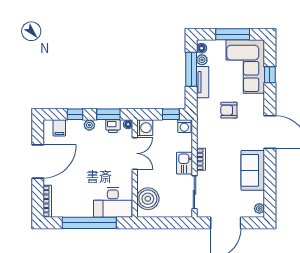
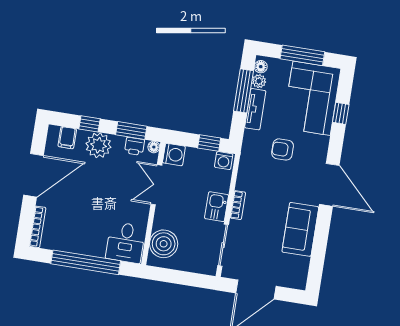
plant: (89, 125) -> (98, 145), width x1.88, depth x1.88
double door: (135, 153) -> (156, 185), swing flipped
desk: (113, 202) -> (126, 243), width x0.73
plant: (259, 208) -> (301, 278), removed

